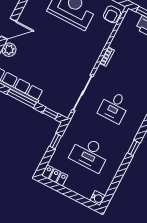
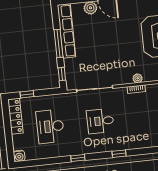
plant: (98, 49) -> (138, 78), added
window: (56, 141) -> (27, 94), moved
locker: (55, 176) -> (15, 116), width x1.53

